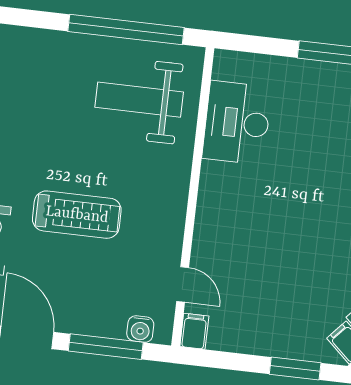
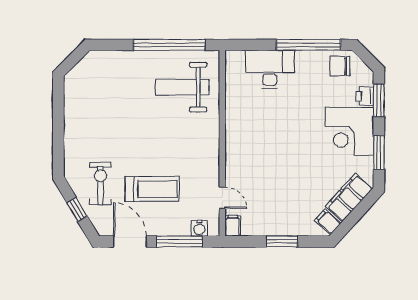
desk: (237, 123) -> (270, 69), moved, turned 90
treadmill: (77, 215) -> (152, 189), moved
window: (295, 369) -> (282, 241), moved

